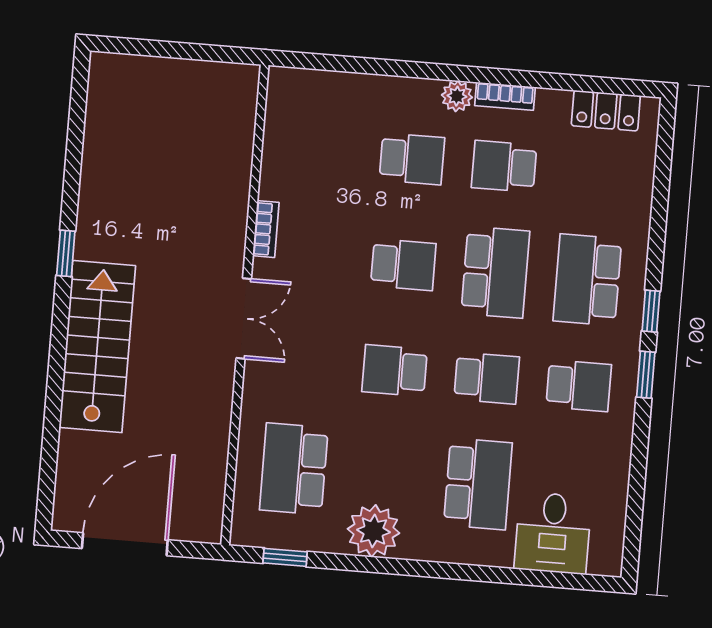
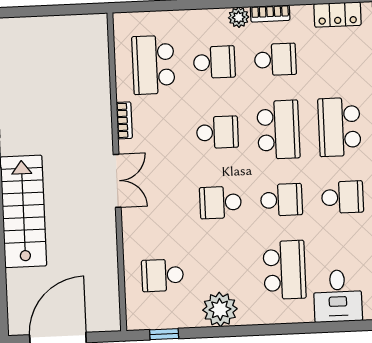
school desk: (320, 151) -> (153, 65), added
school desk: (504, 166) -> (275, 60), turned 180
school desk: (294, 469) -> (163, 275), width x0.54

